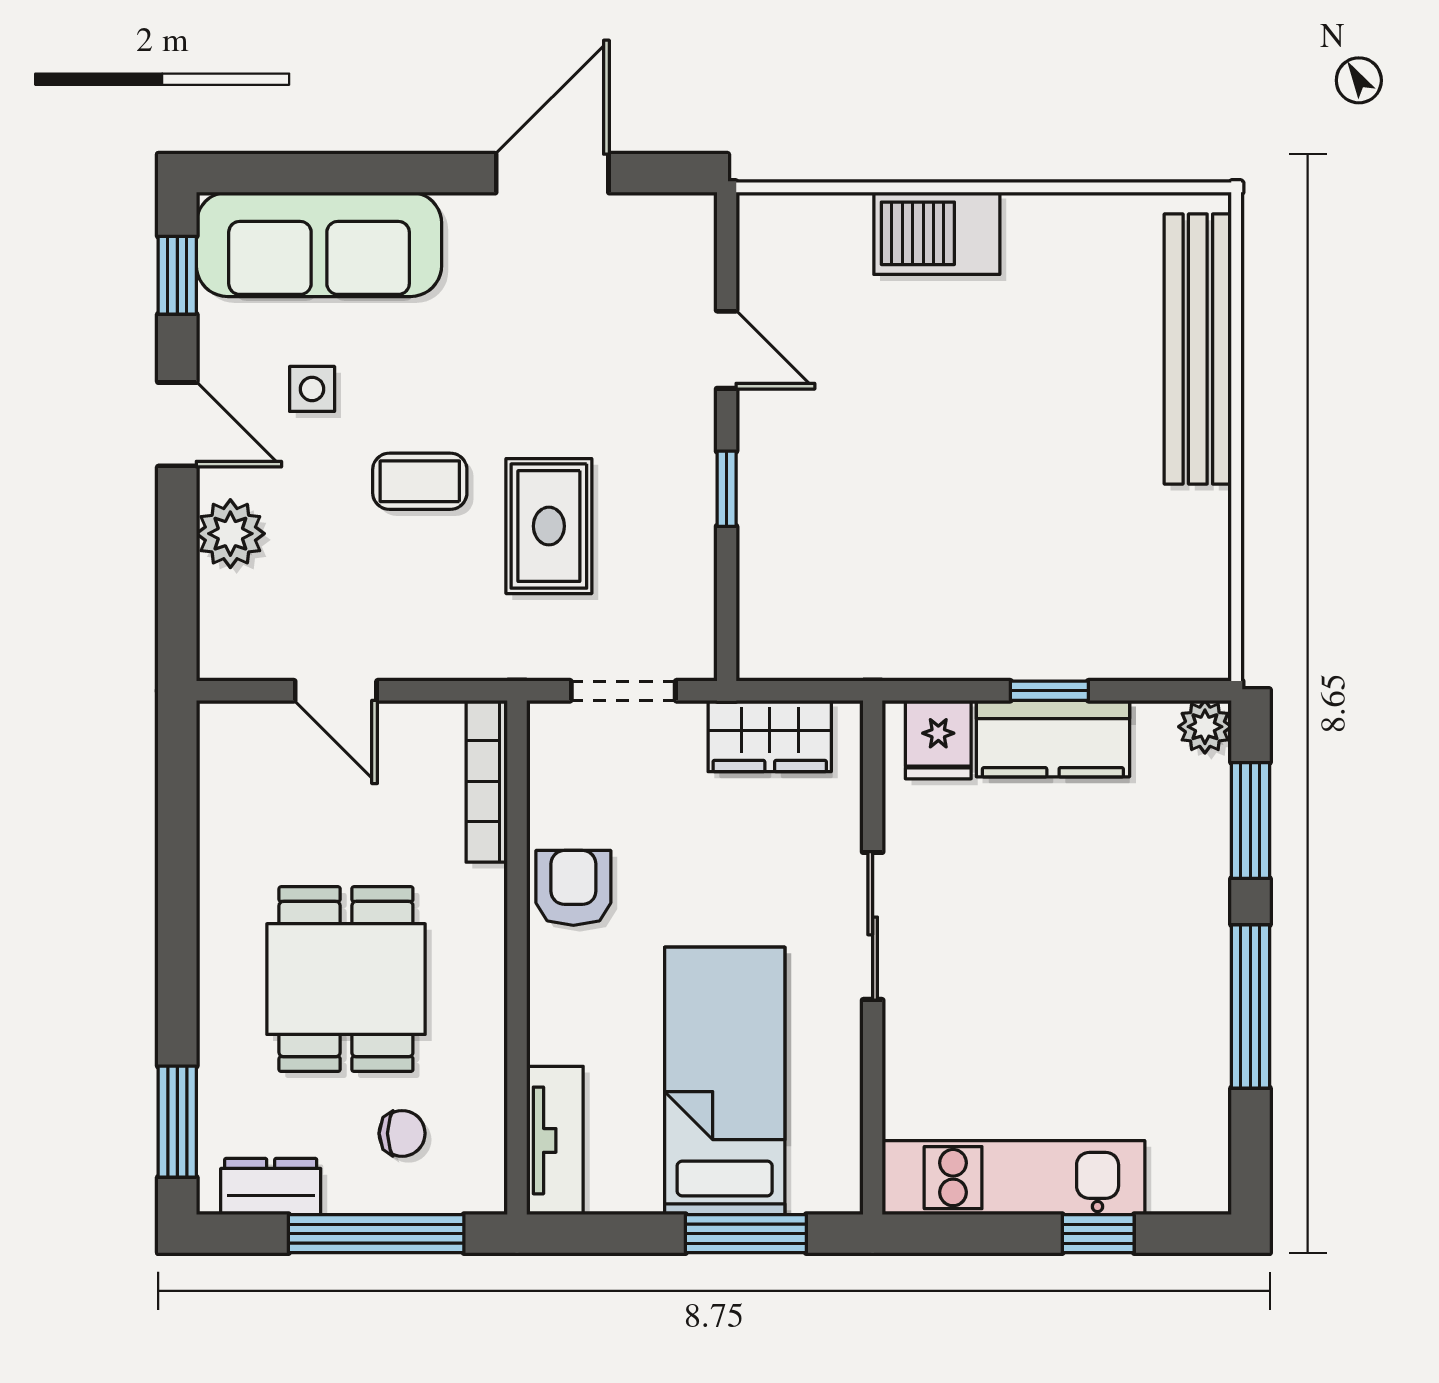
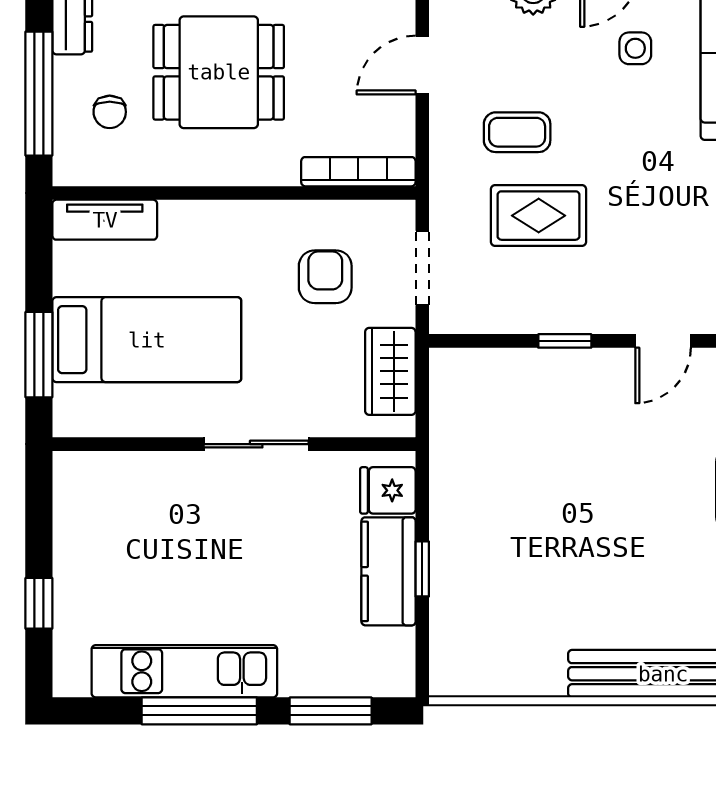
coffee table: (420, 481) -> (517, 132), moved, turned 90
plant: (1205, 727) -> (397, 679), removed
armchair: (573, 888) -> (325, 277), moved, turned -90
kitchen unit: (1013, 1178) -> (184, 671), moved, turned -90

